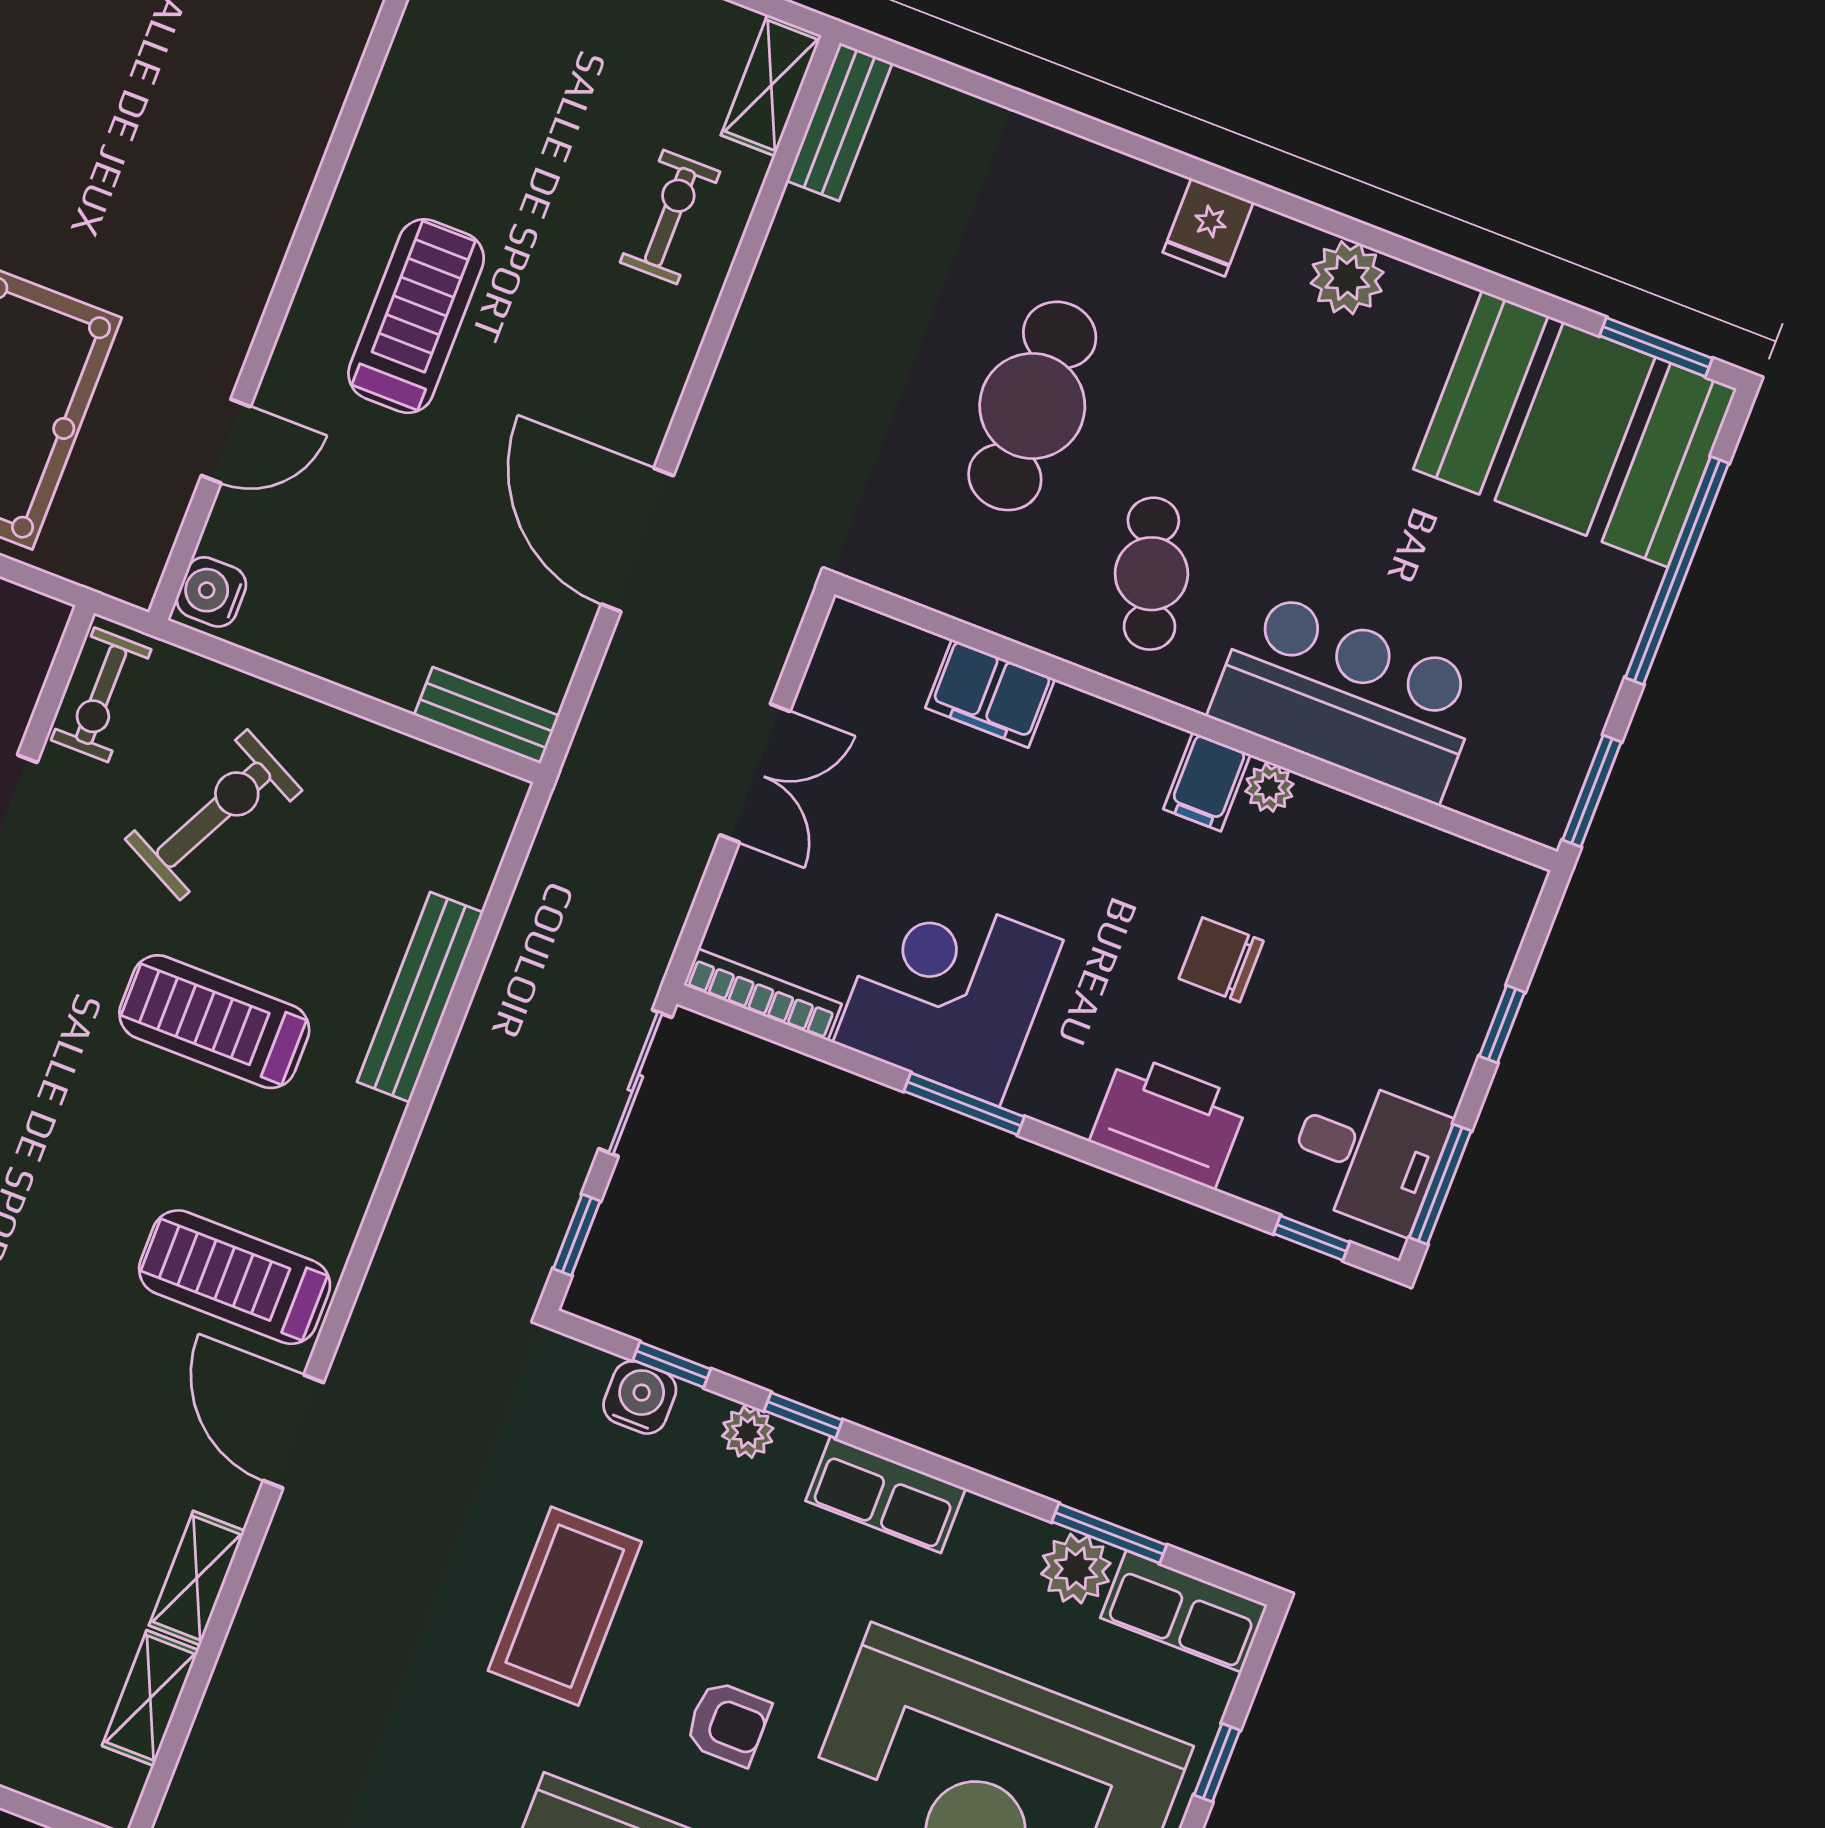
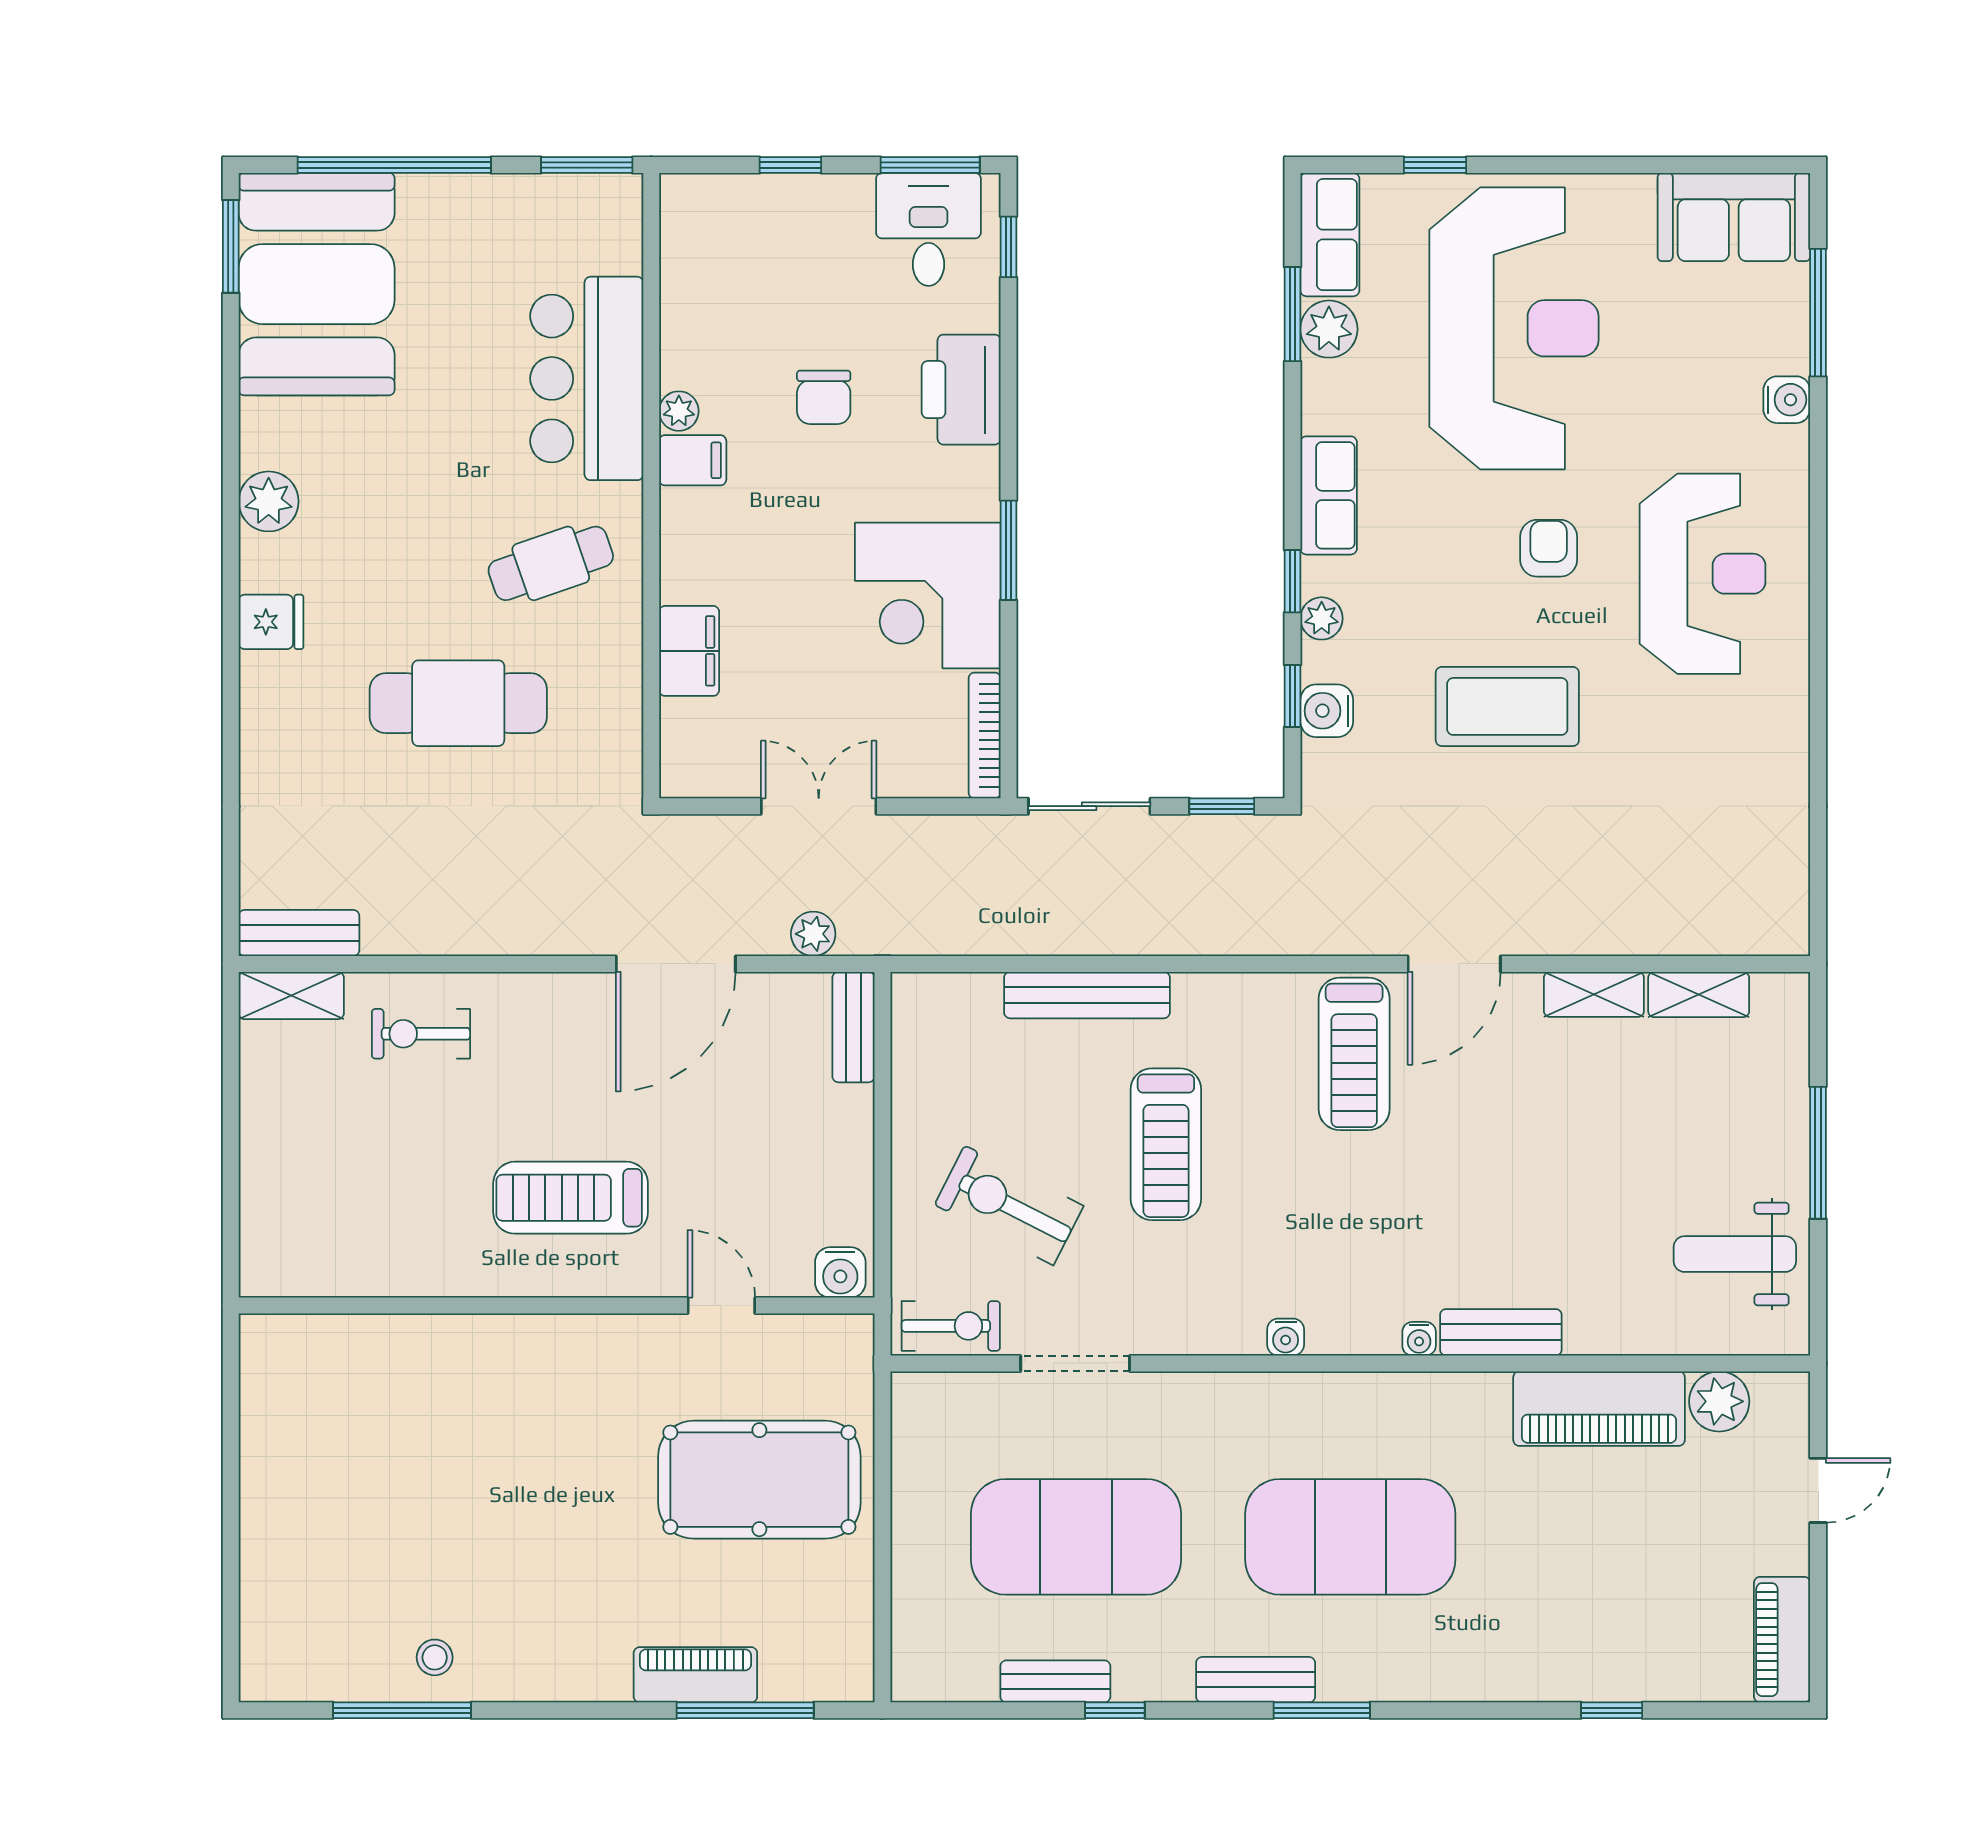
plant: (611, 711) -> (813, 934), added

